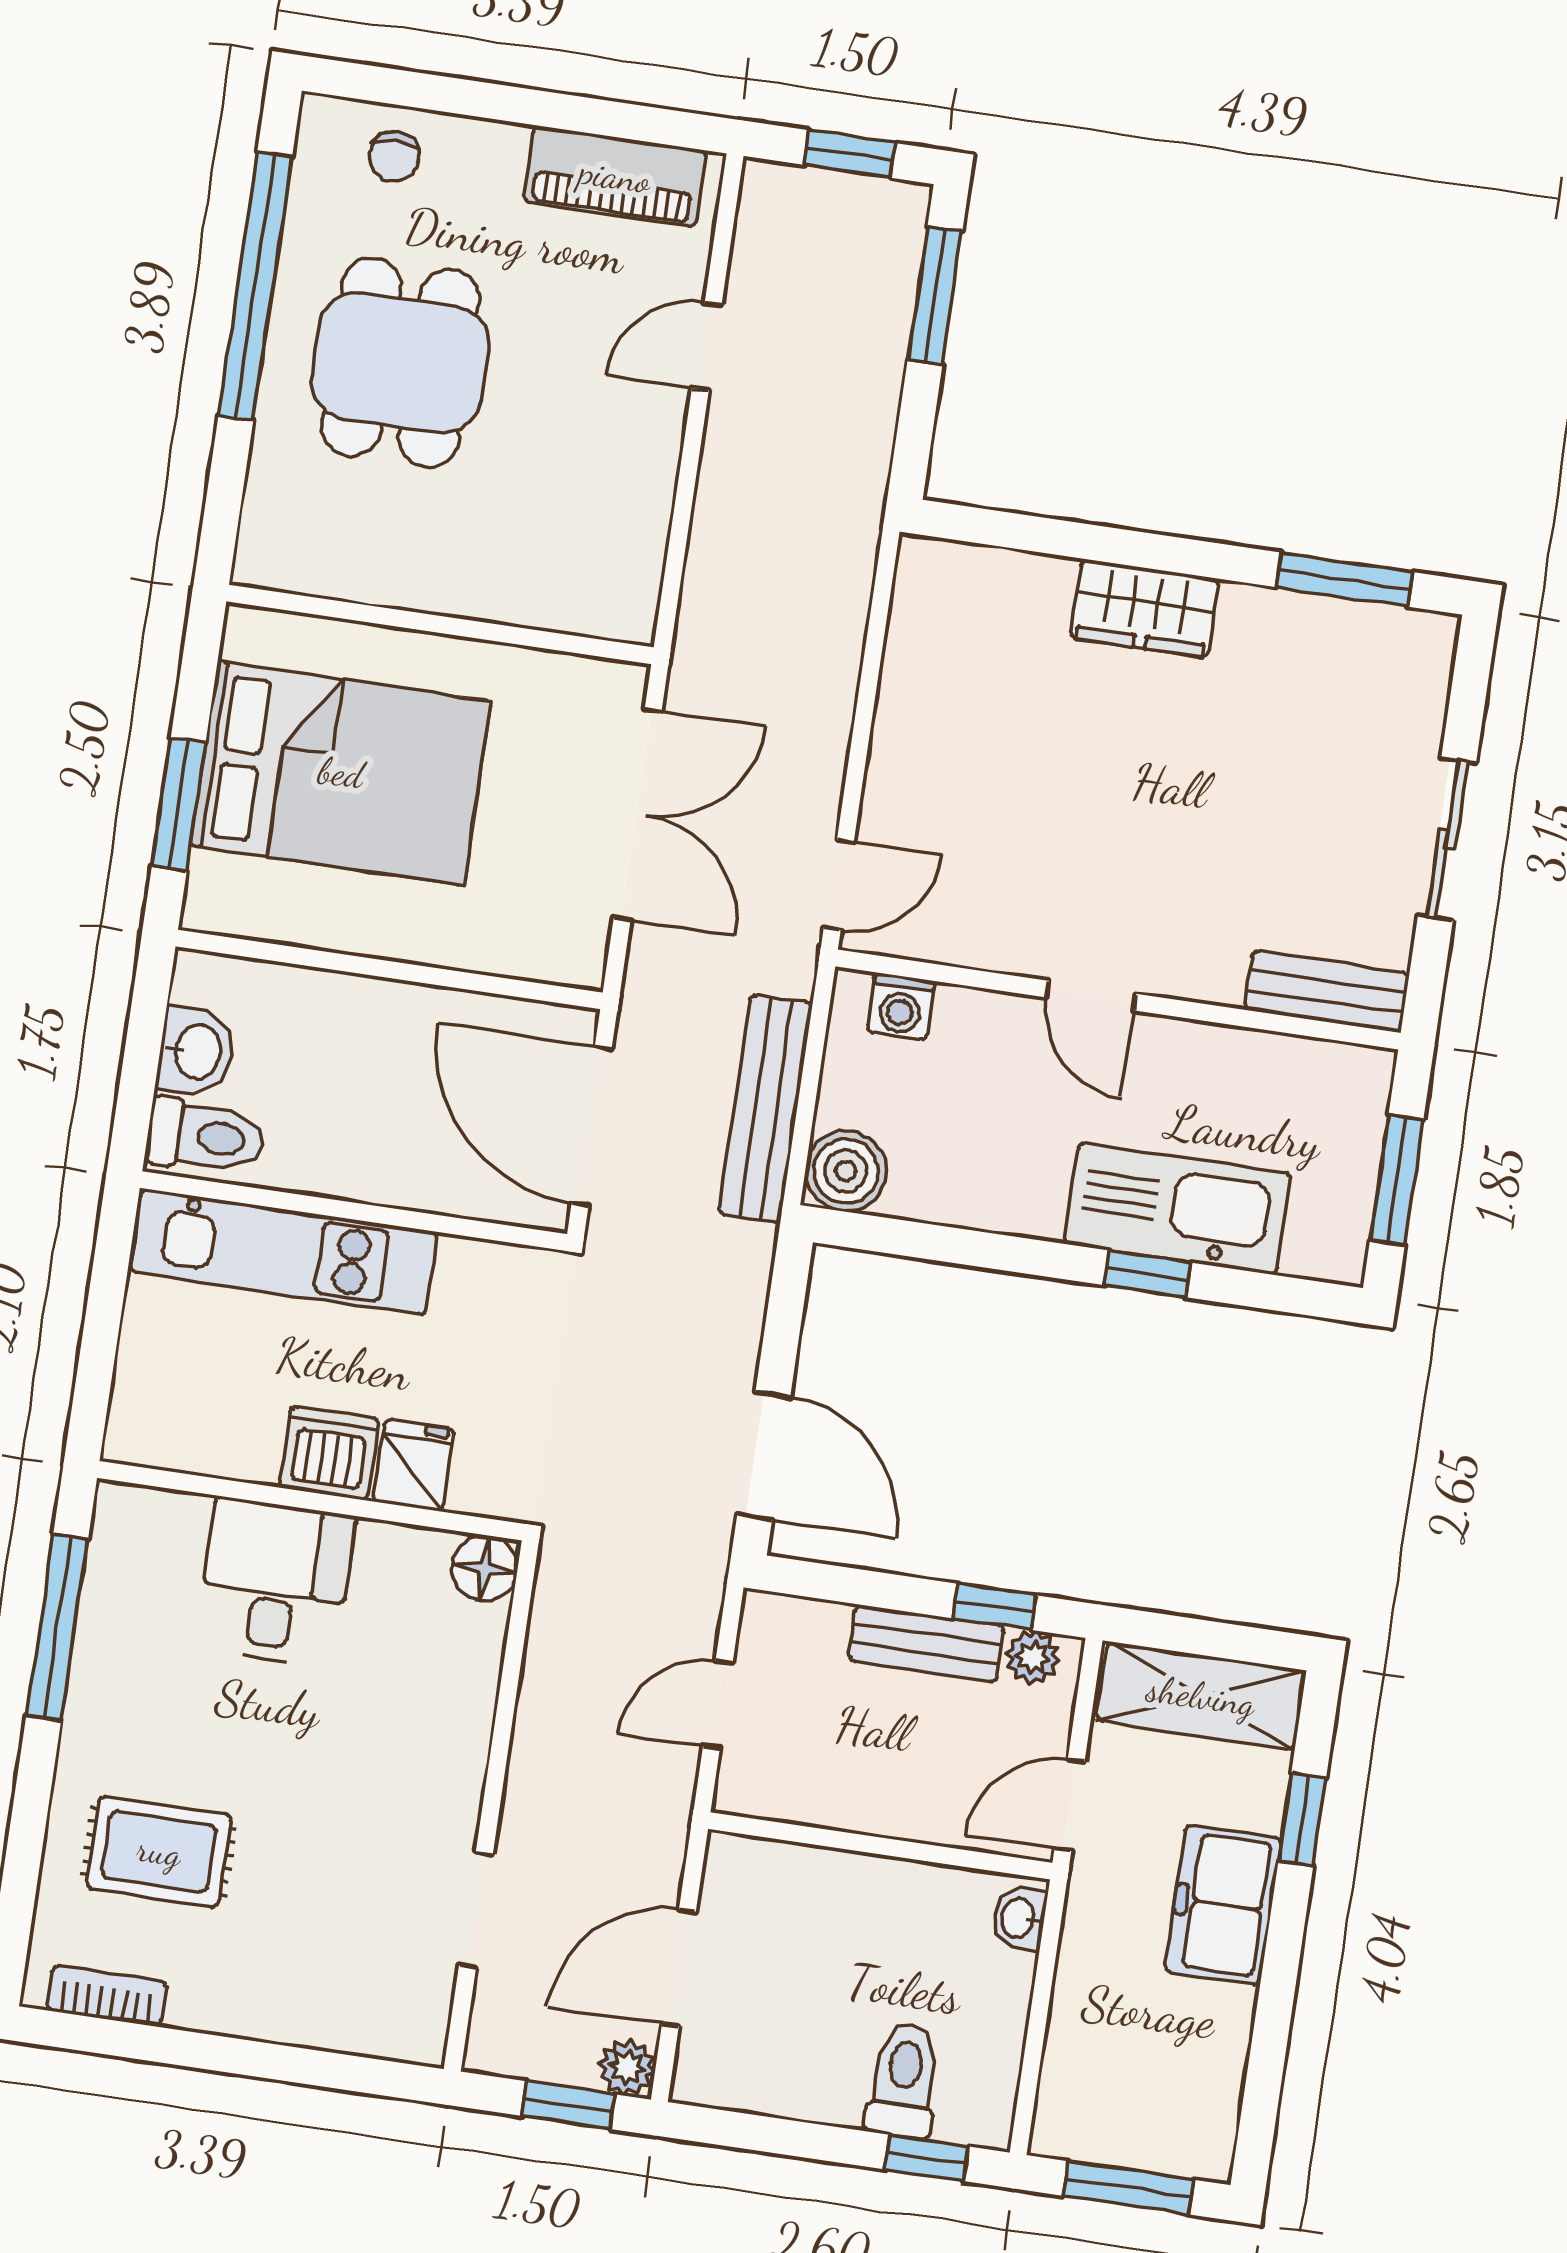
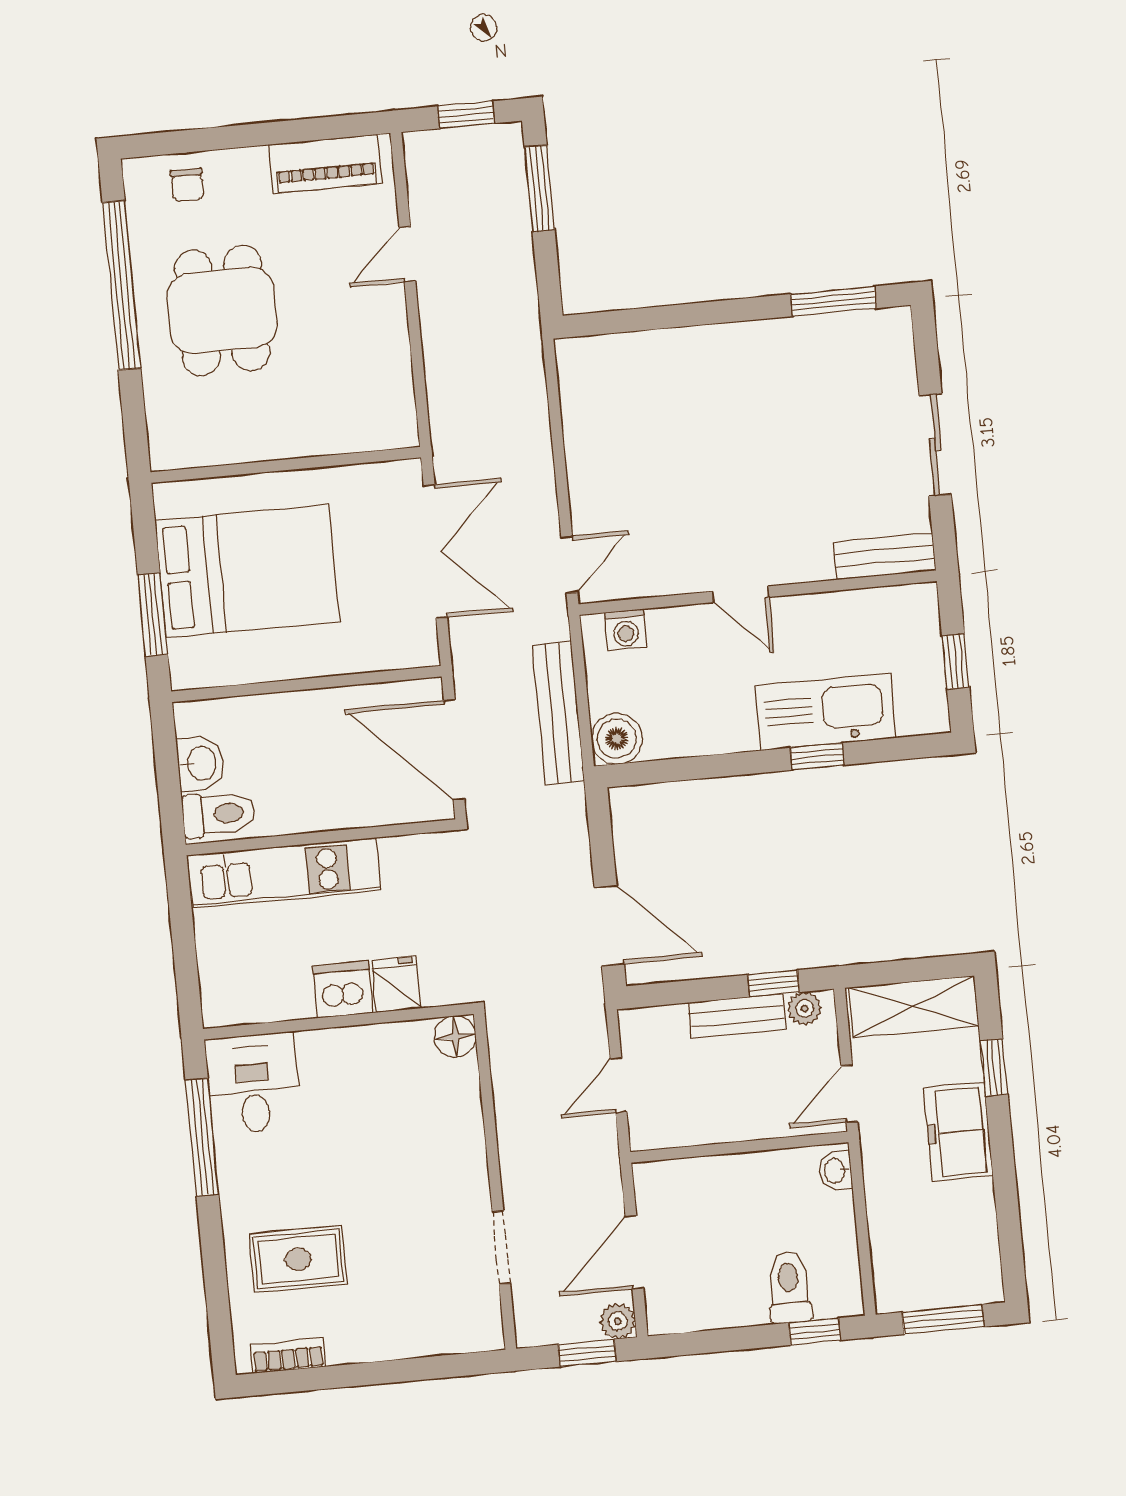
wardrobe: (1145, 608) -> (715, 349), removed
window: (1397, 1180) -> (956, 661), width x0.67
desk: (275, 1582) -> (253, 1083), moved

